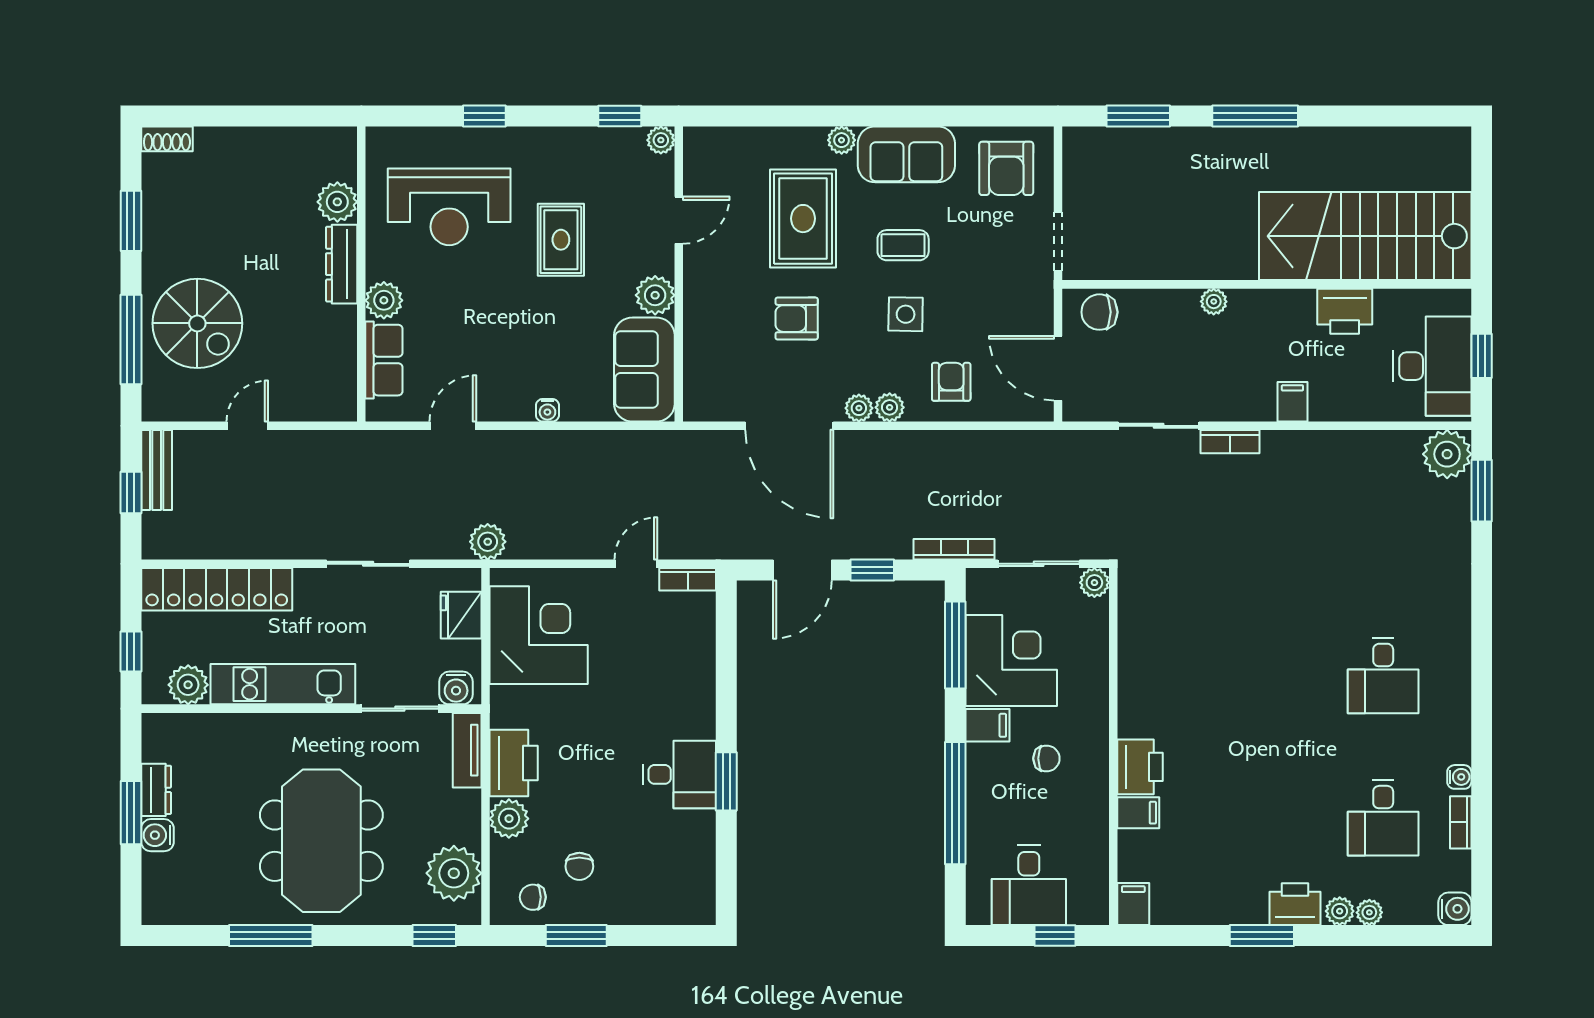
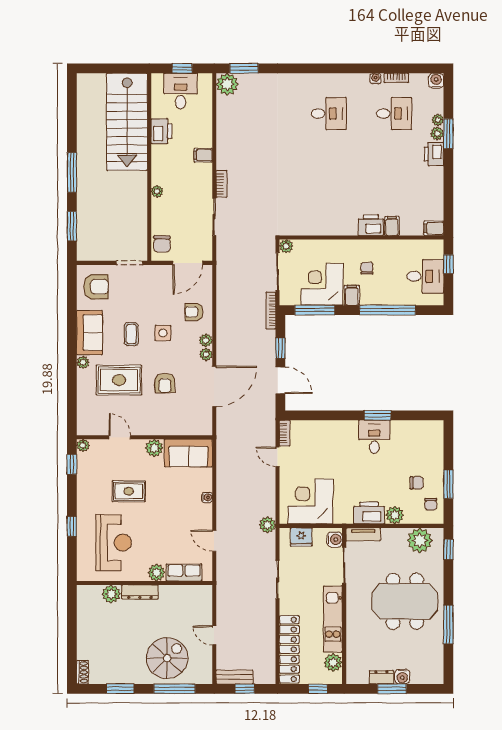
desk: (1432, 366) -> (181, 91), width x0.73
window: (1262, 936) -> (448, 134), moved

